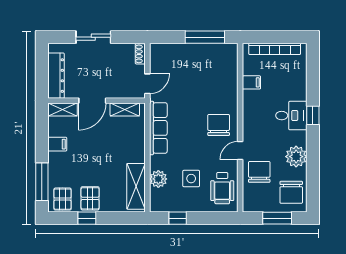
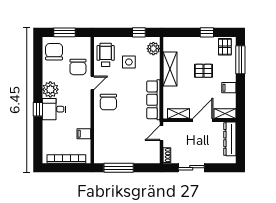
sliding door: (93, 37) -> (191, 168), moved
plant: (296, 157) -> (50, 89), moved
plant: (158, 179) -> (153, 49), moved
shelving: (136, 186) -> (170, 69), moved
pallet: (90, 198) -> (204, 71), moved, turned 90

